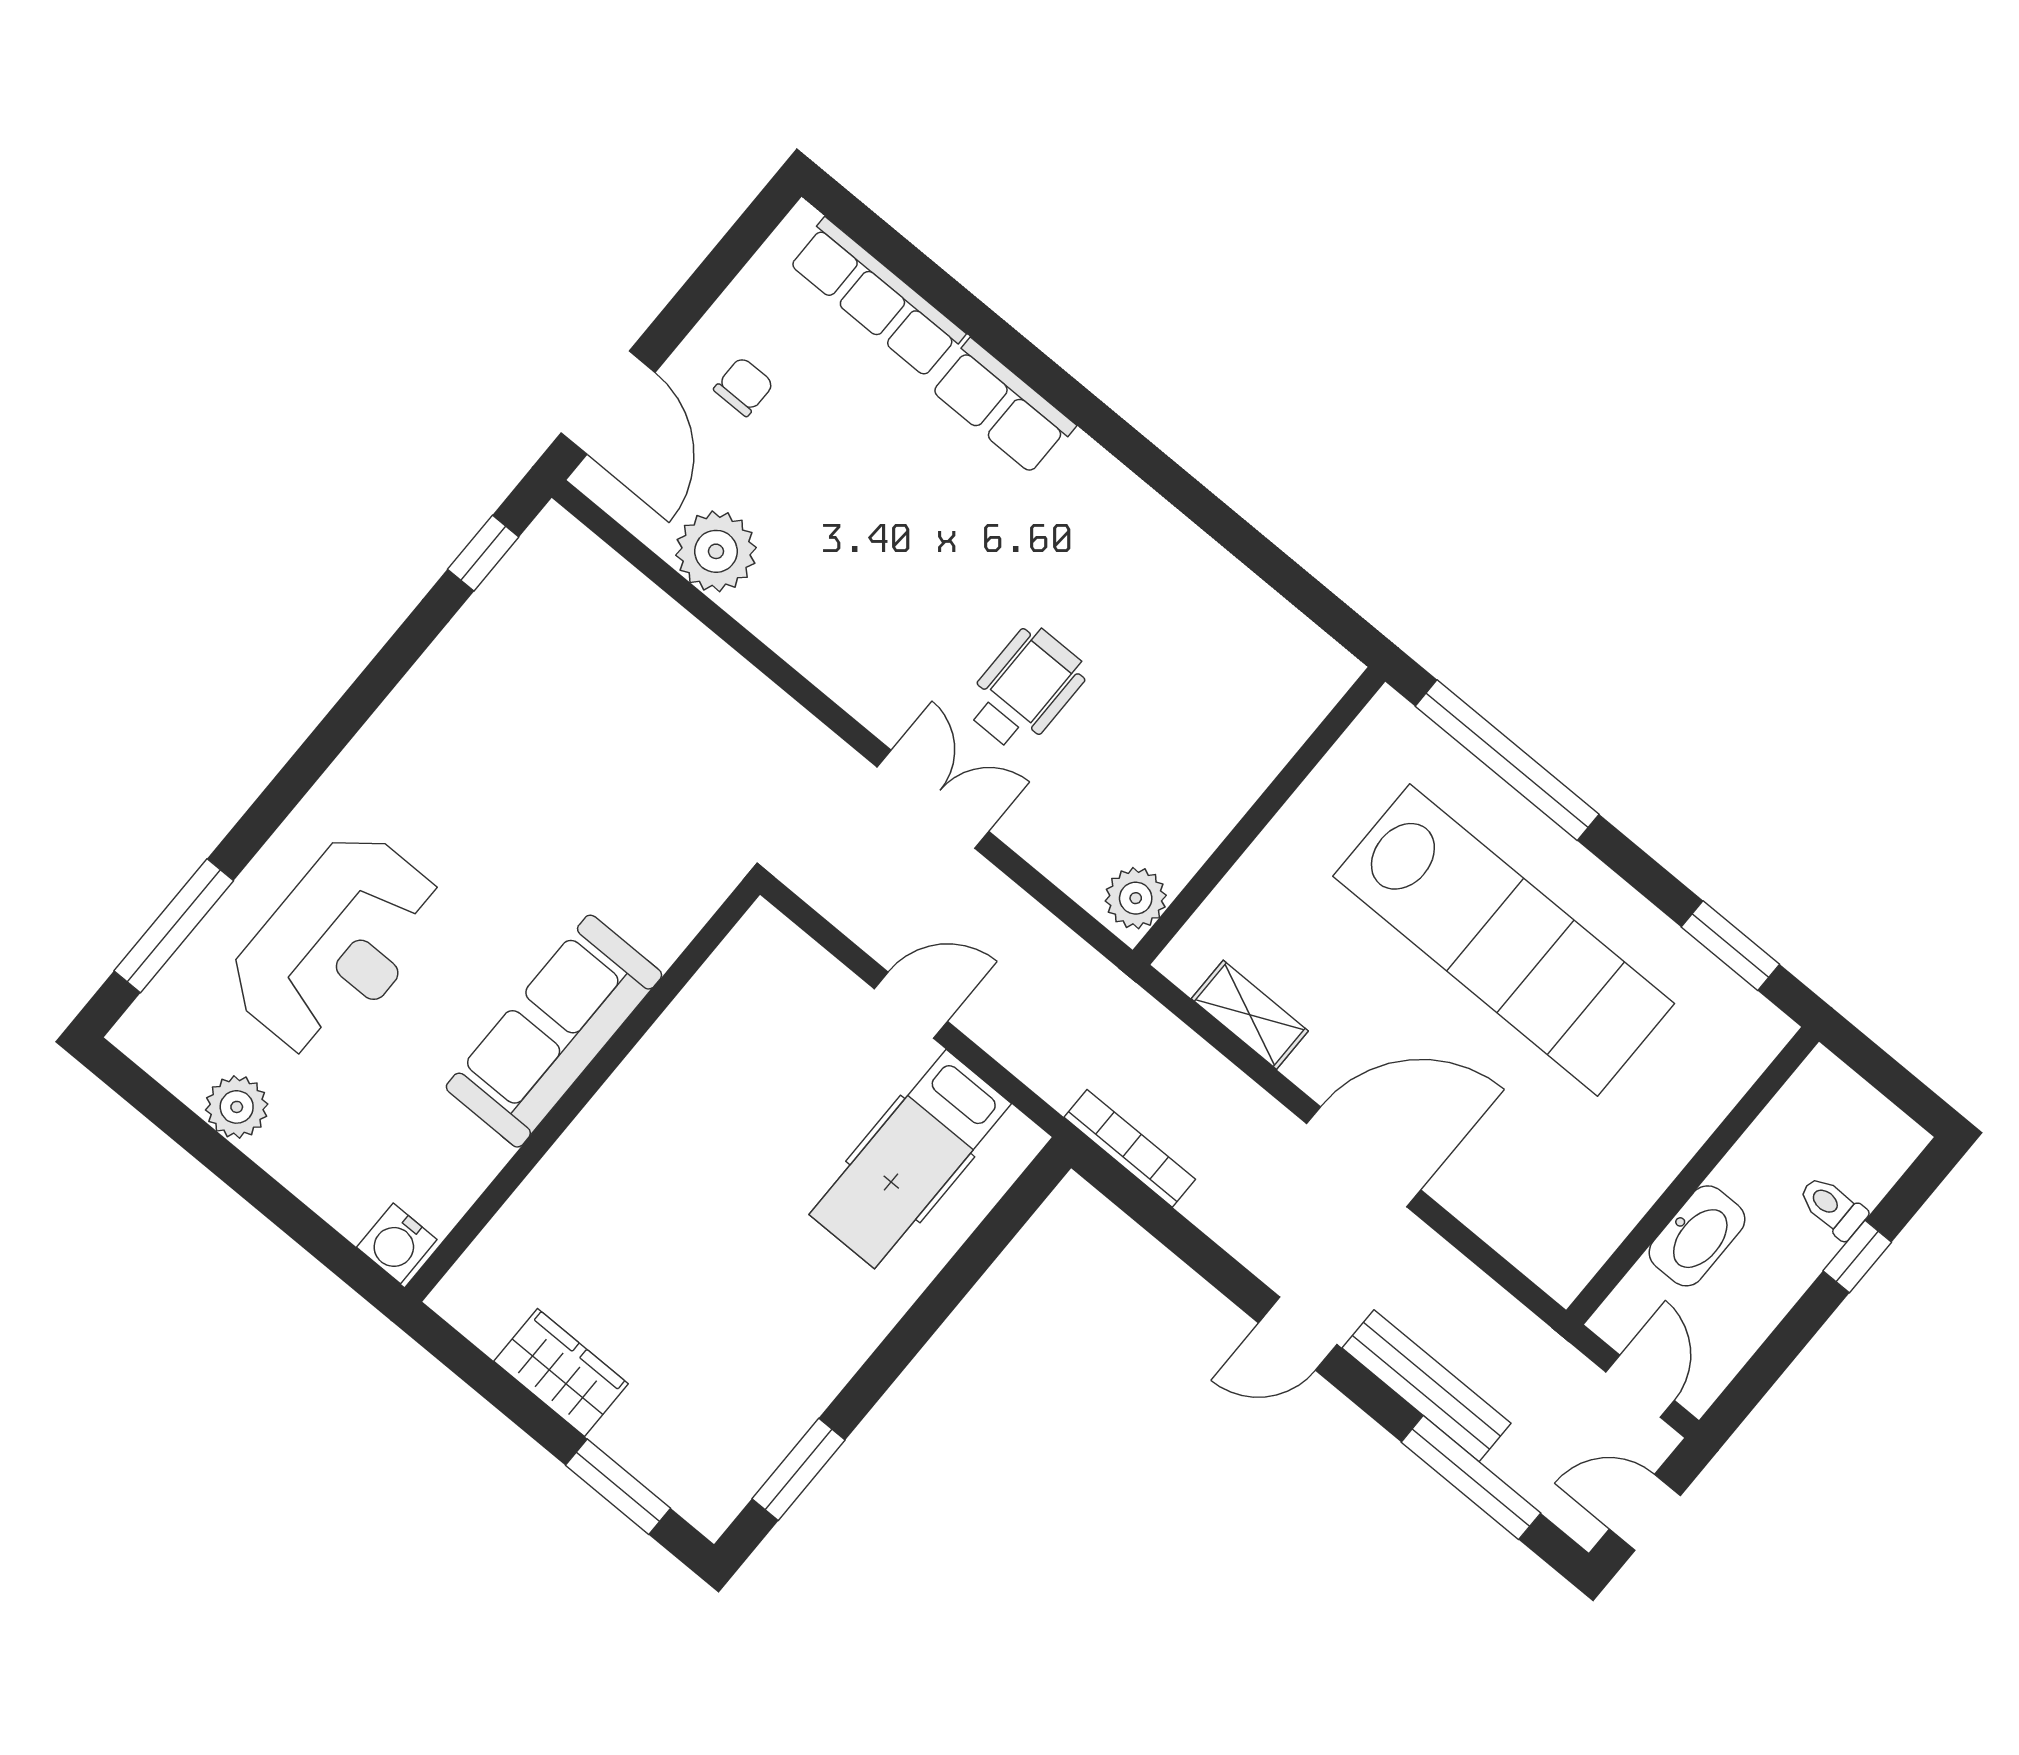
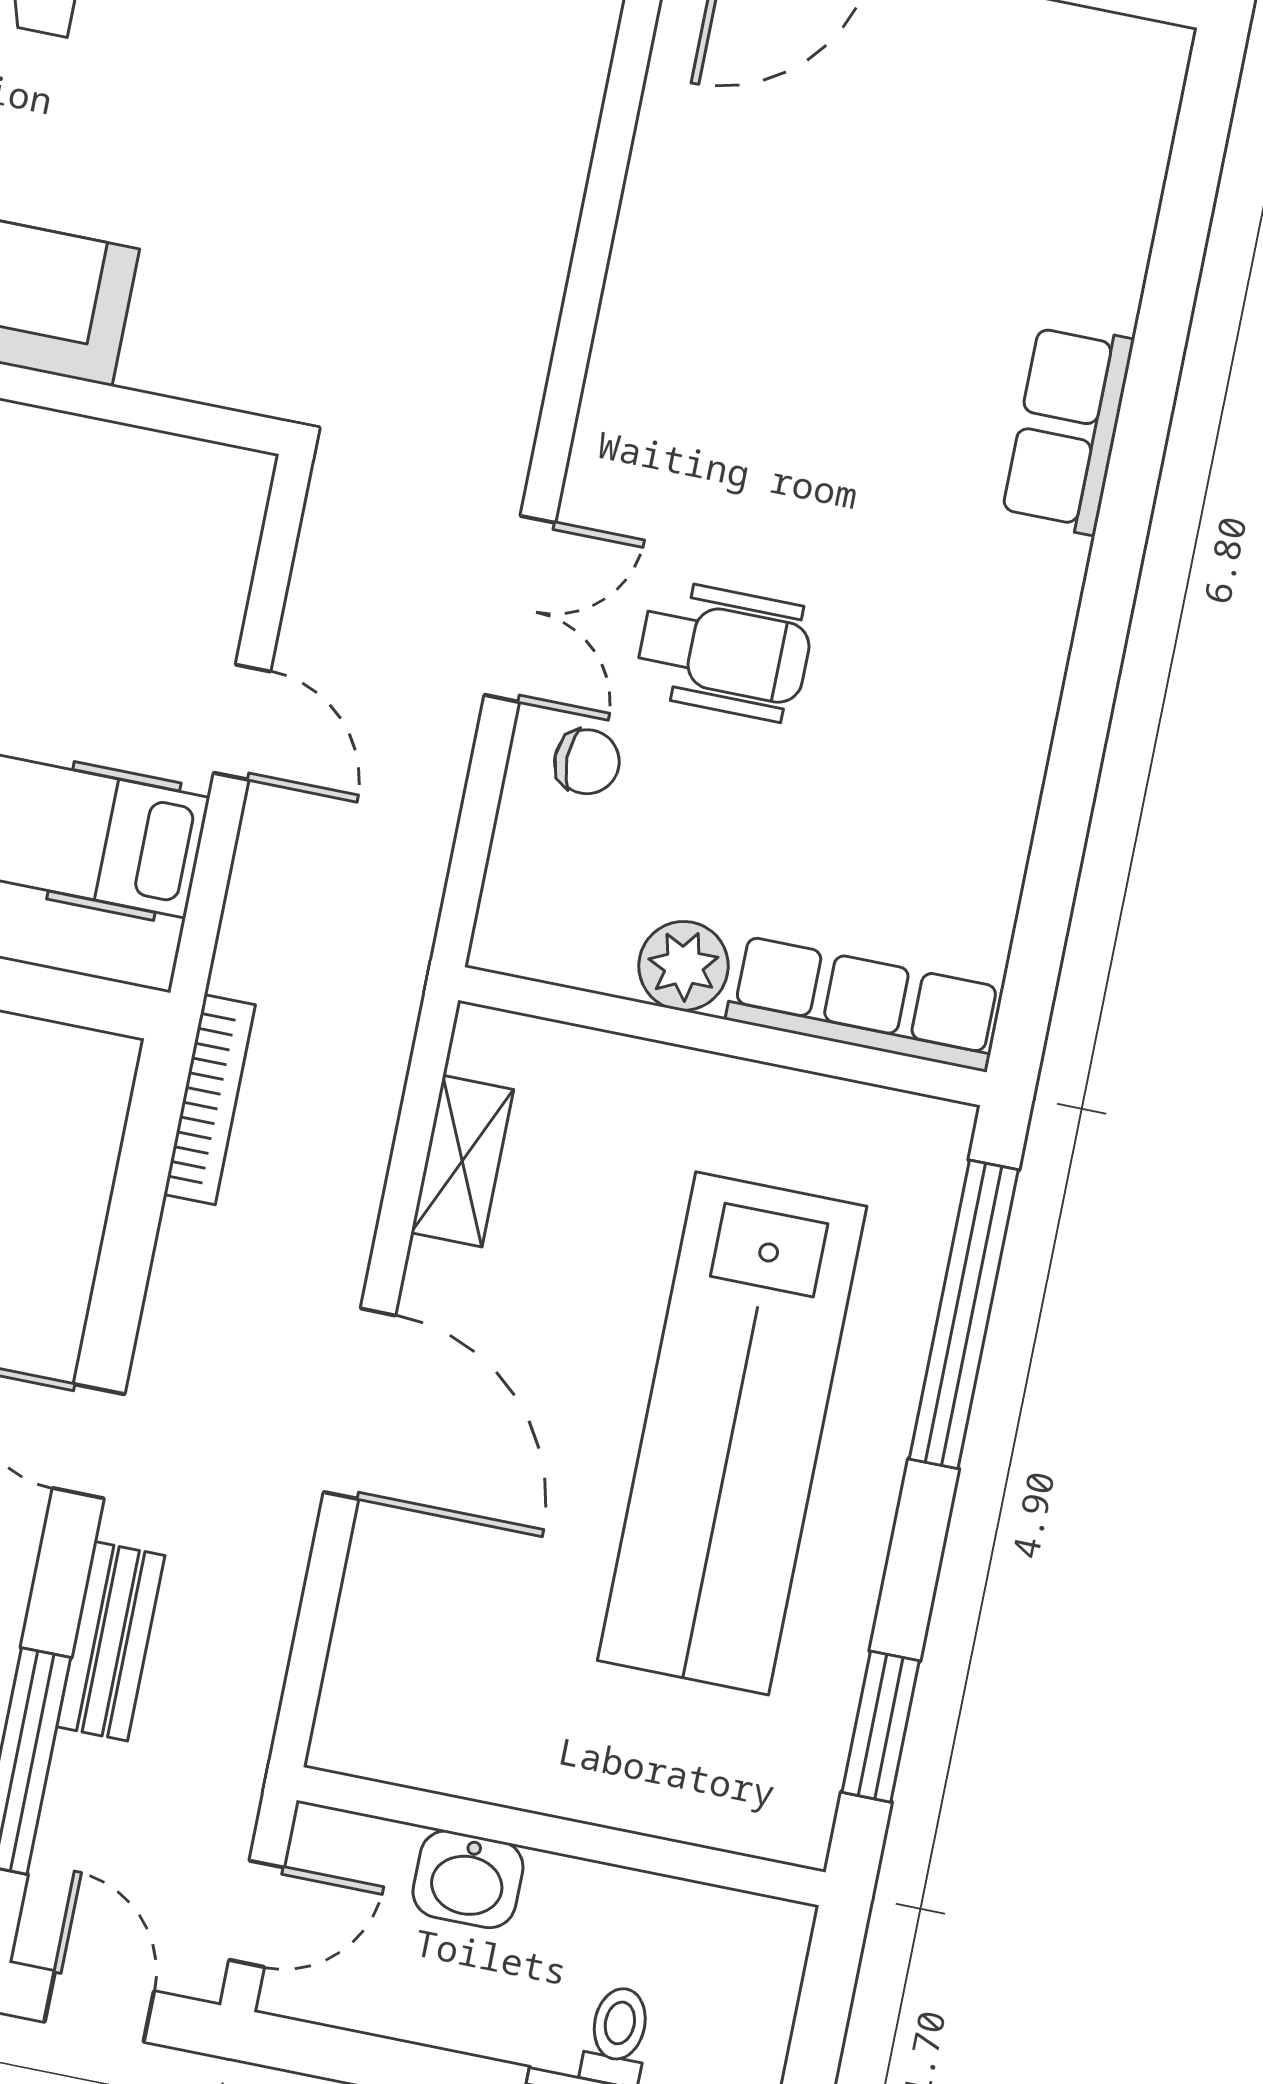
row of seats: (877, 298) -> (865, 1004), moved, turned 90
chair: (744, 387) -> (587, 762), moved
plant: (716, 551) -> (687, 162), removed
plant: (1136, 898) -> (684, 966), moved
washbasin: (1697, 1236) -> (468, 1879), width x0.72
bench: (1427, 1386) -> (111, 1641), width x0.73

